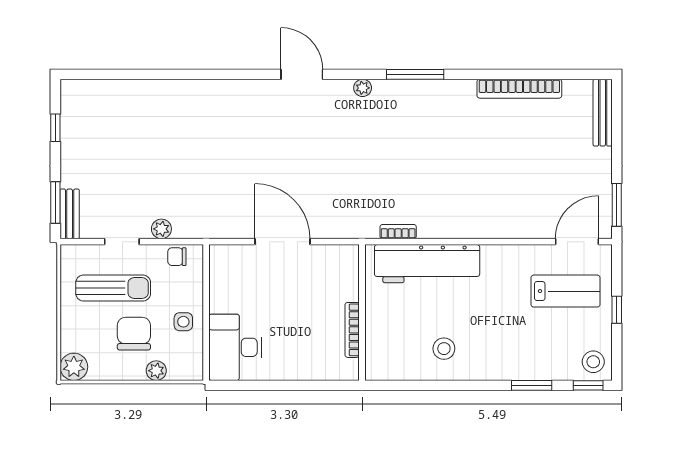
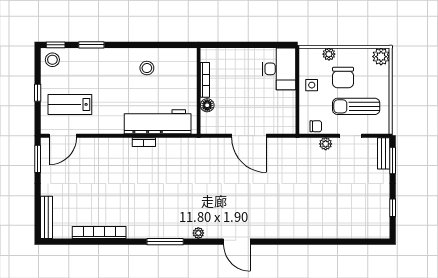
bookcase: (398, 232) -> (144, 142), moved
floor lamp: (349, 290) -> (207, 105), added

